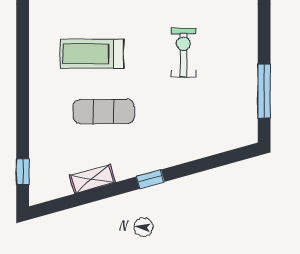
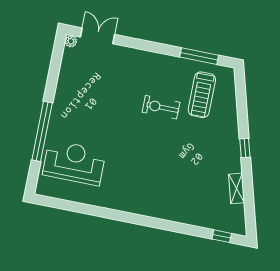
treadmill: (92, 54) -> (202, 95), moved
exercise mat: (104, 112) -> (191, 171), removed

